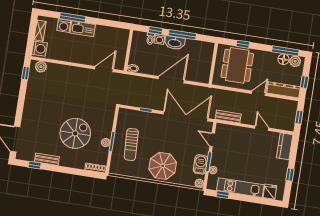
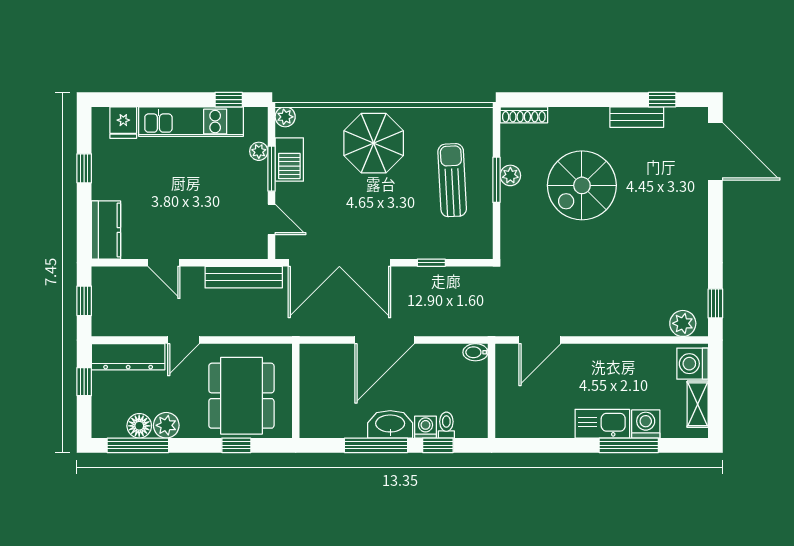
plant: (295, 61) -> (166, 425), moved
bench: (228, 117) -> (244, 277), width x1.36

